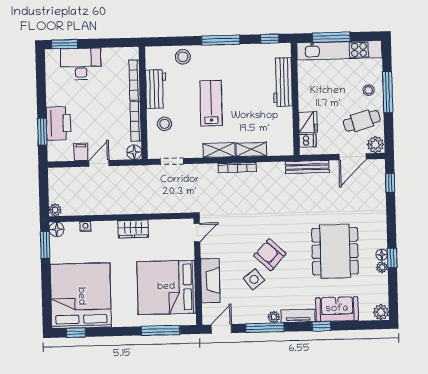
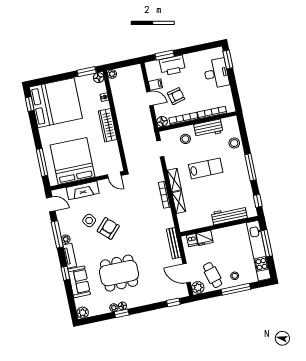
armchair: (102, 126) -> (176, 96), added
wardrobe: (133, 229) -> (108, 125), width x1.50

